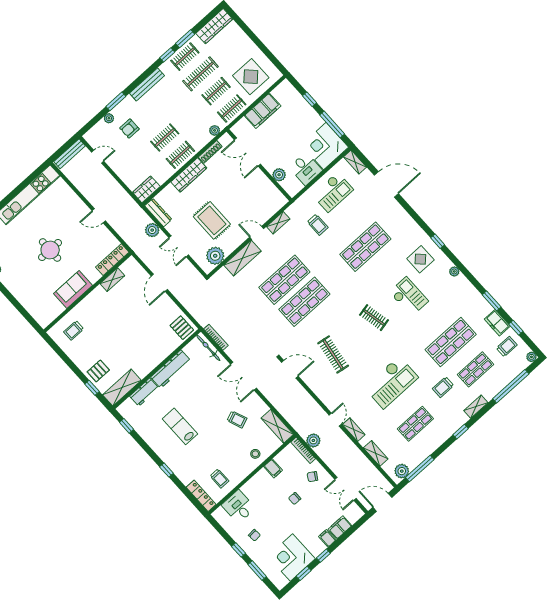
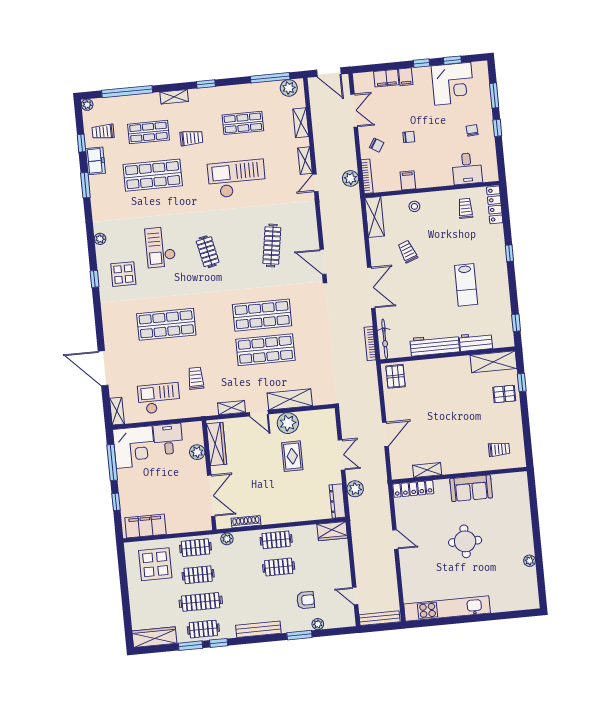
filing cabinet: (263, 111) -> (145, 526), moved
wardrobe: (189, 175) -> (217, 444), moved, turned 90
rug: (212, 220) -> (292, 456), width x0.73, depth x0.70
plant: (215, 256) -> (288, 423), moved

